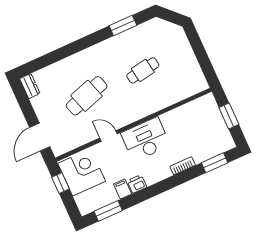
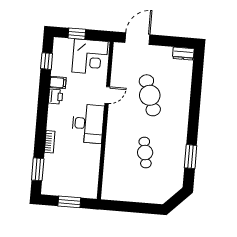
door: (40, 137) -> (137, 39), hinge flipped
window: (61, 183) -> (77, 34), moved
window: (108, 211) -> (47, 61), width x0.67

